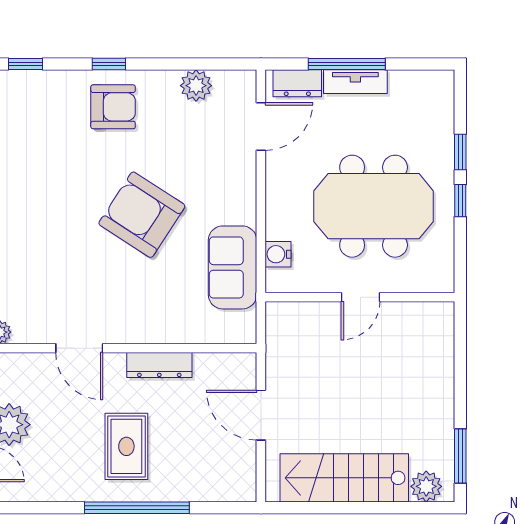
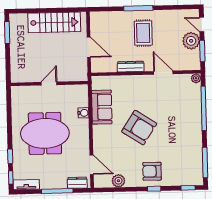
tv unit: (355, 82) -> (26, 185), moved
door: (261, 126) -> (92, 165), swing flipped
window: (460, 201) -> (11, 177), moved
wall: (360, 297) -> (49, 84), moved
door: (361, 297) -> (49, 84), moved
plant: (426, 486) -> (21, 20), removed
window: (137, 508) -> (138, 8), width x0.68

